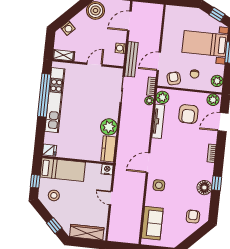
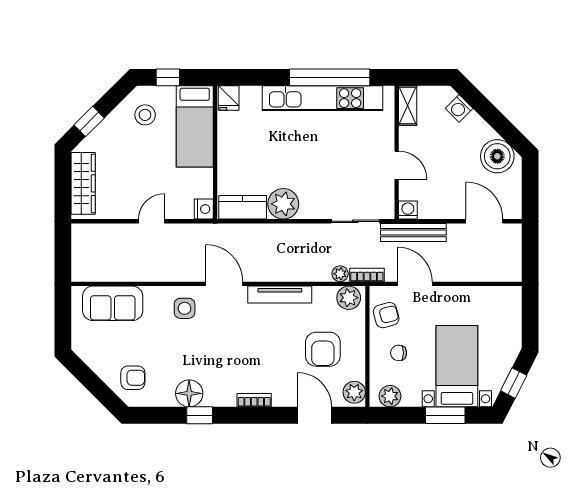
washing machine: (120, 48) -> (408, 210), moved
armchair: (188, 114) -> (323, 349), turned -90
tv unit: (158, 121) -> (280, 295), moved

